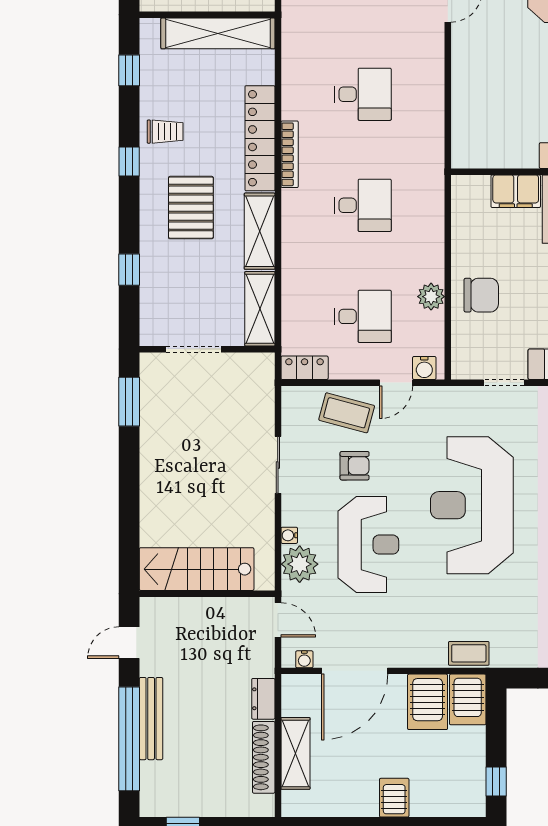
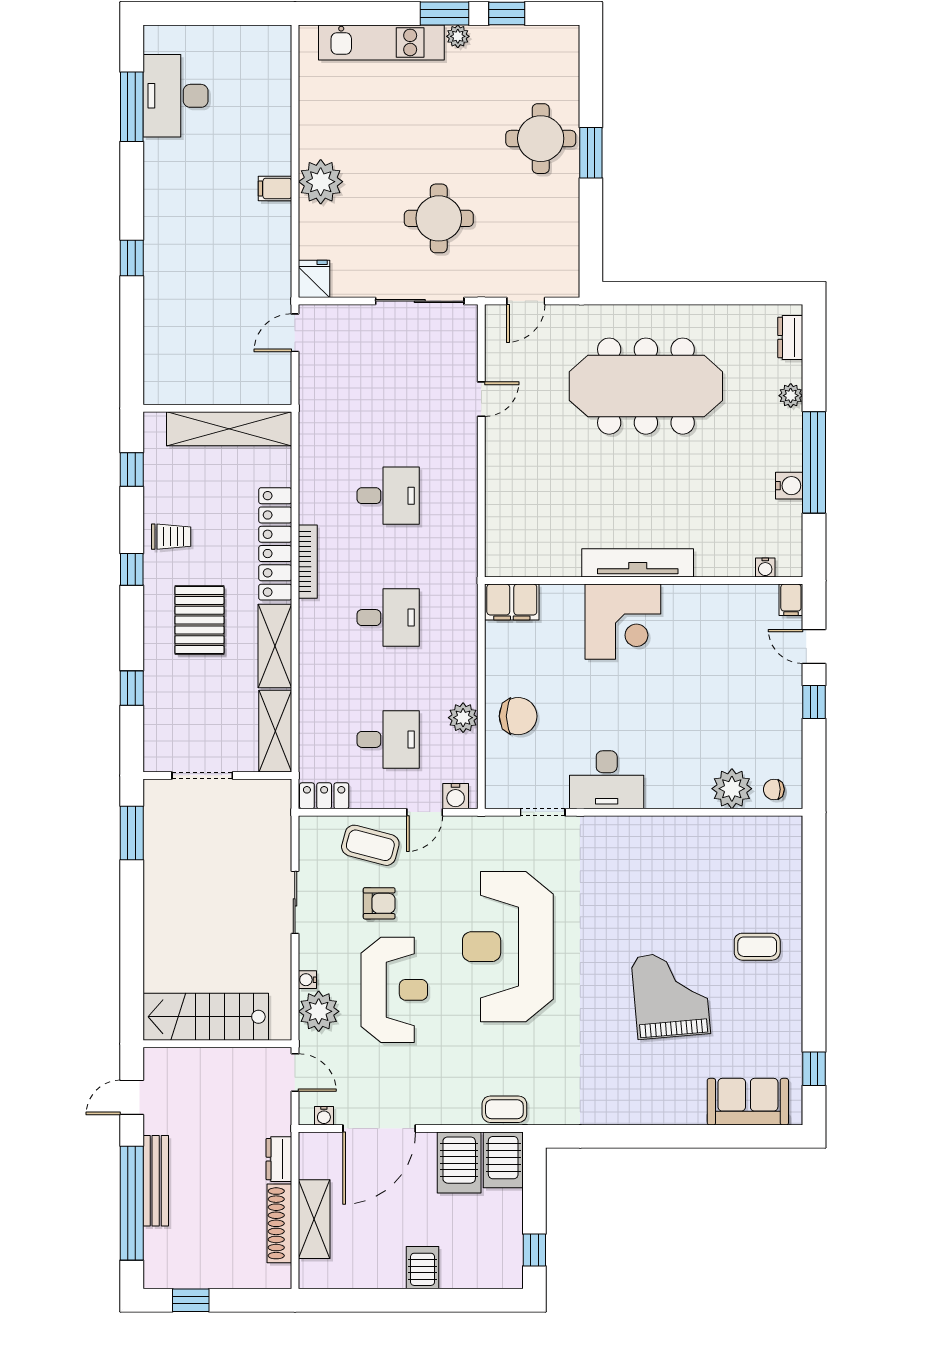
filing cabinet: (516, 191) -> (512, 602), moved

